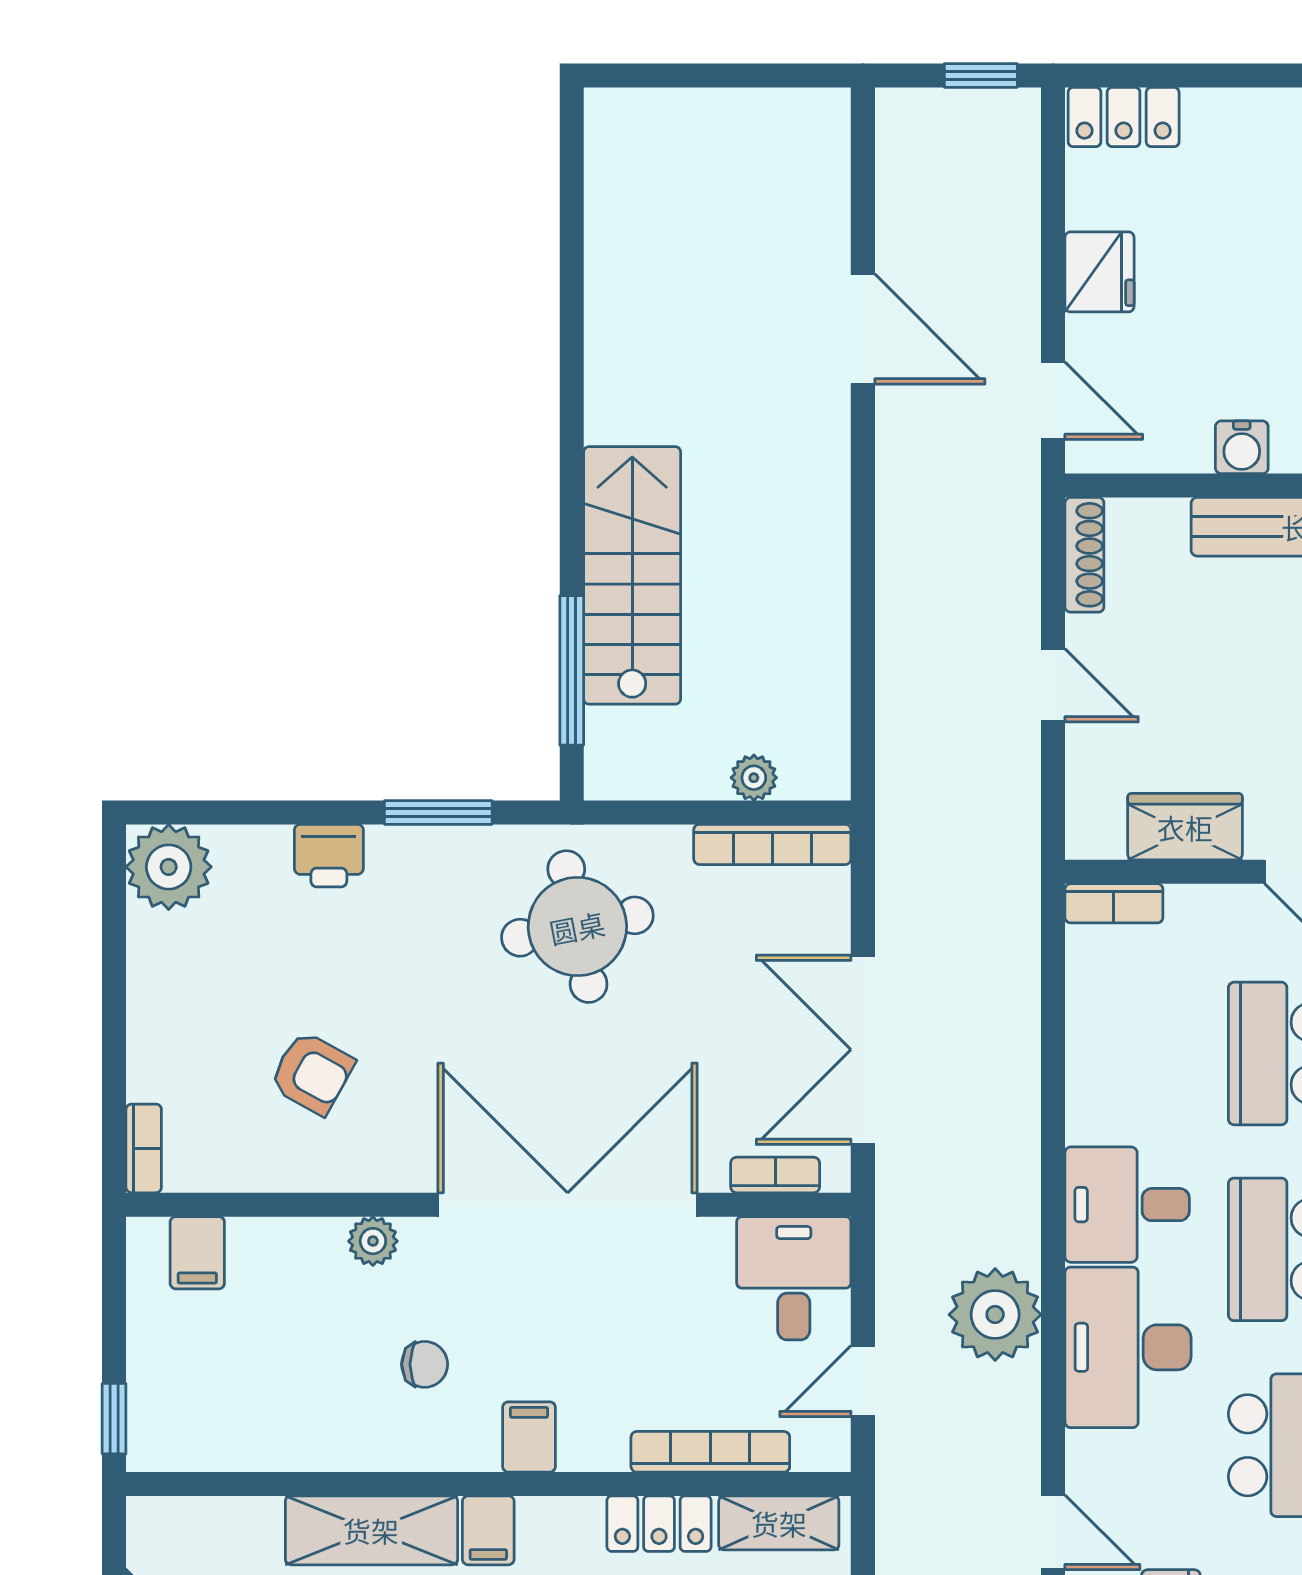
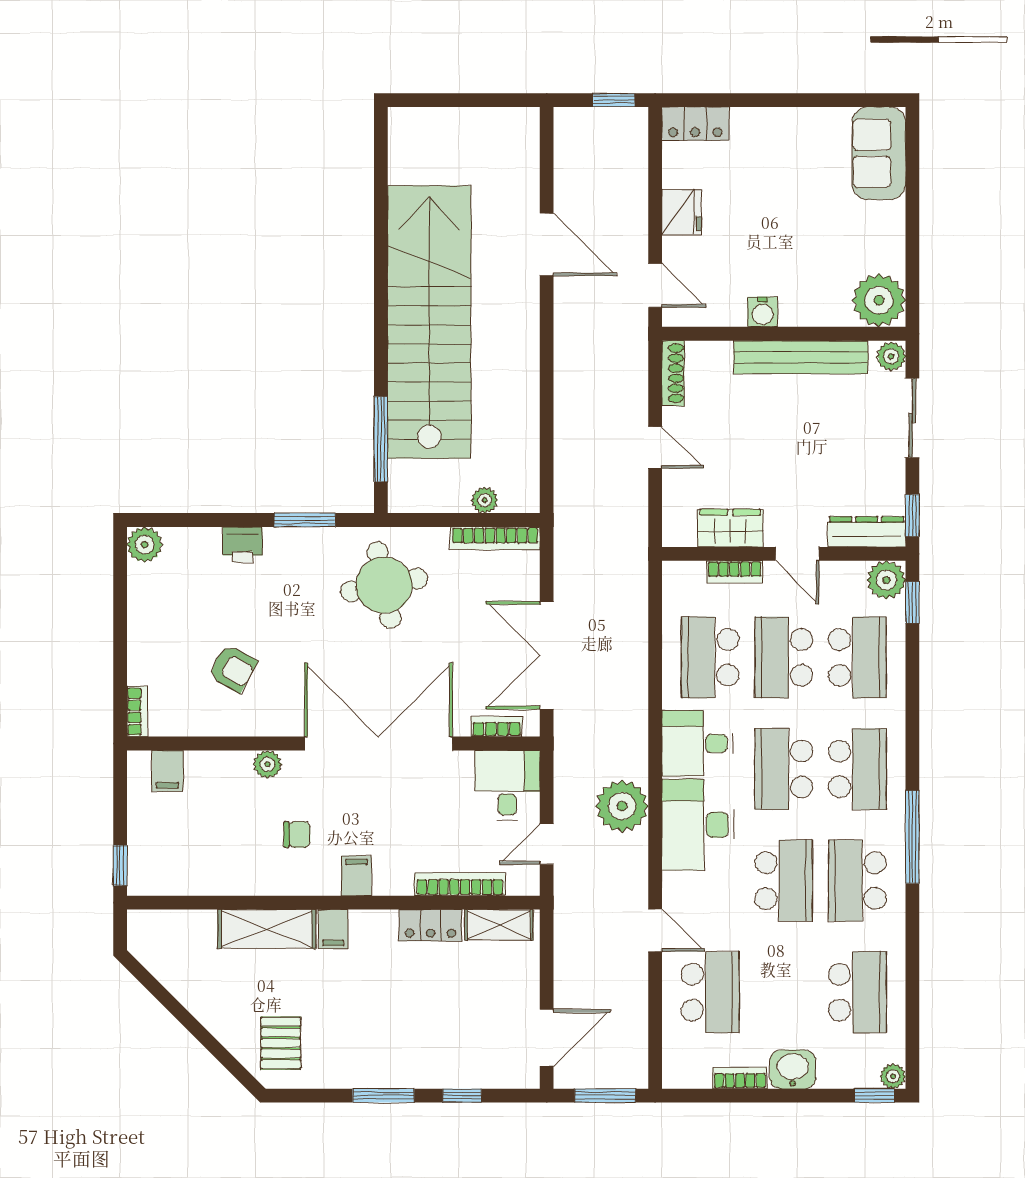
stairs: (632, 575) -> (429, 322), width x1.86, depth x1.51
plant: (169, 867) -> (145, 545), width x0.73, depth x0.73
bookcase: (1114, 903) -> (735, 572), moved
school desk: (1150, 1053) -> (710, 657), added

